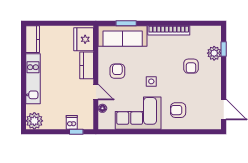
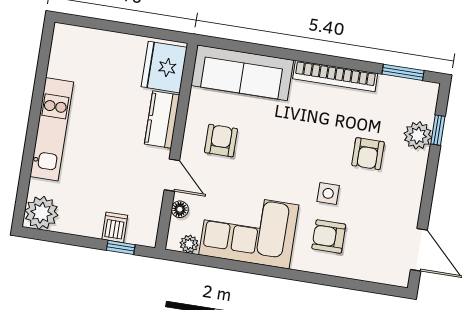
window: (126, 23) -> (403, 72), moved
kitchen counter: (33, 39) -> (64, 51), removed
side table: (151, 81) -> (328, 193), moved
plant: (110, 125) -> (189, 244), added

